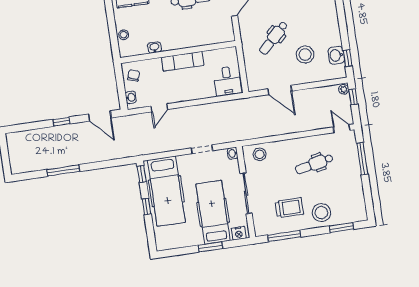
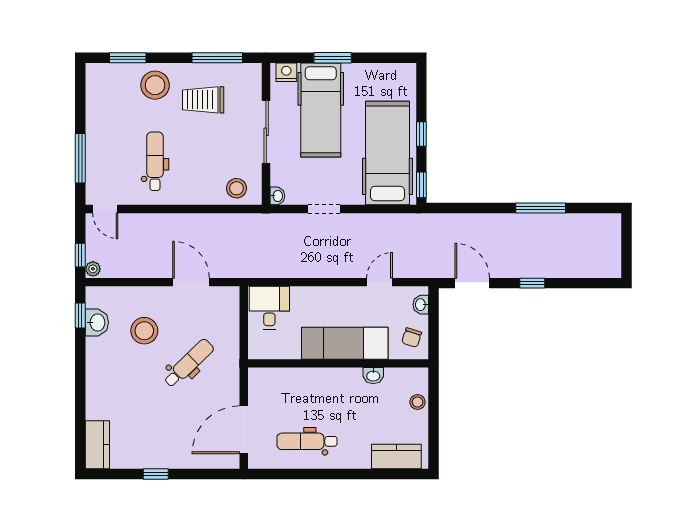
exam couch: (183, 61) -> (345, 343), width x1.36, depth x1.45
dental chair: (314, 164) -> (155, 161), turned -78

